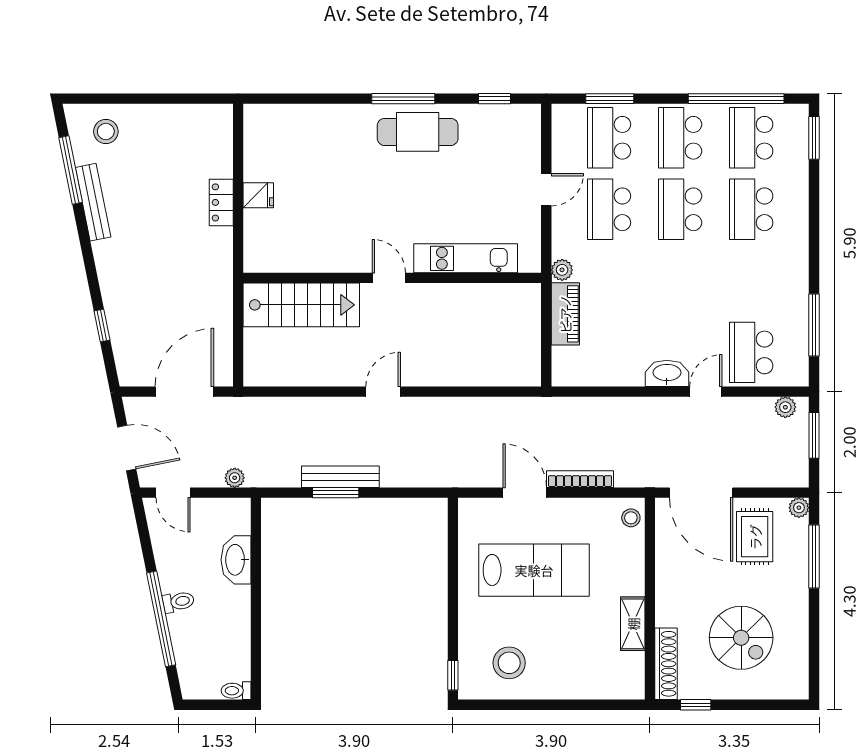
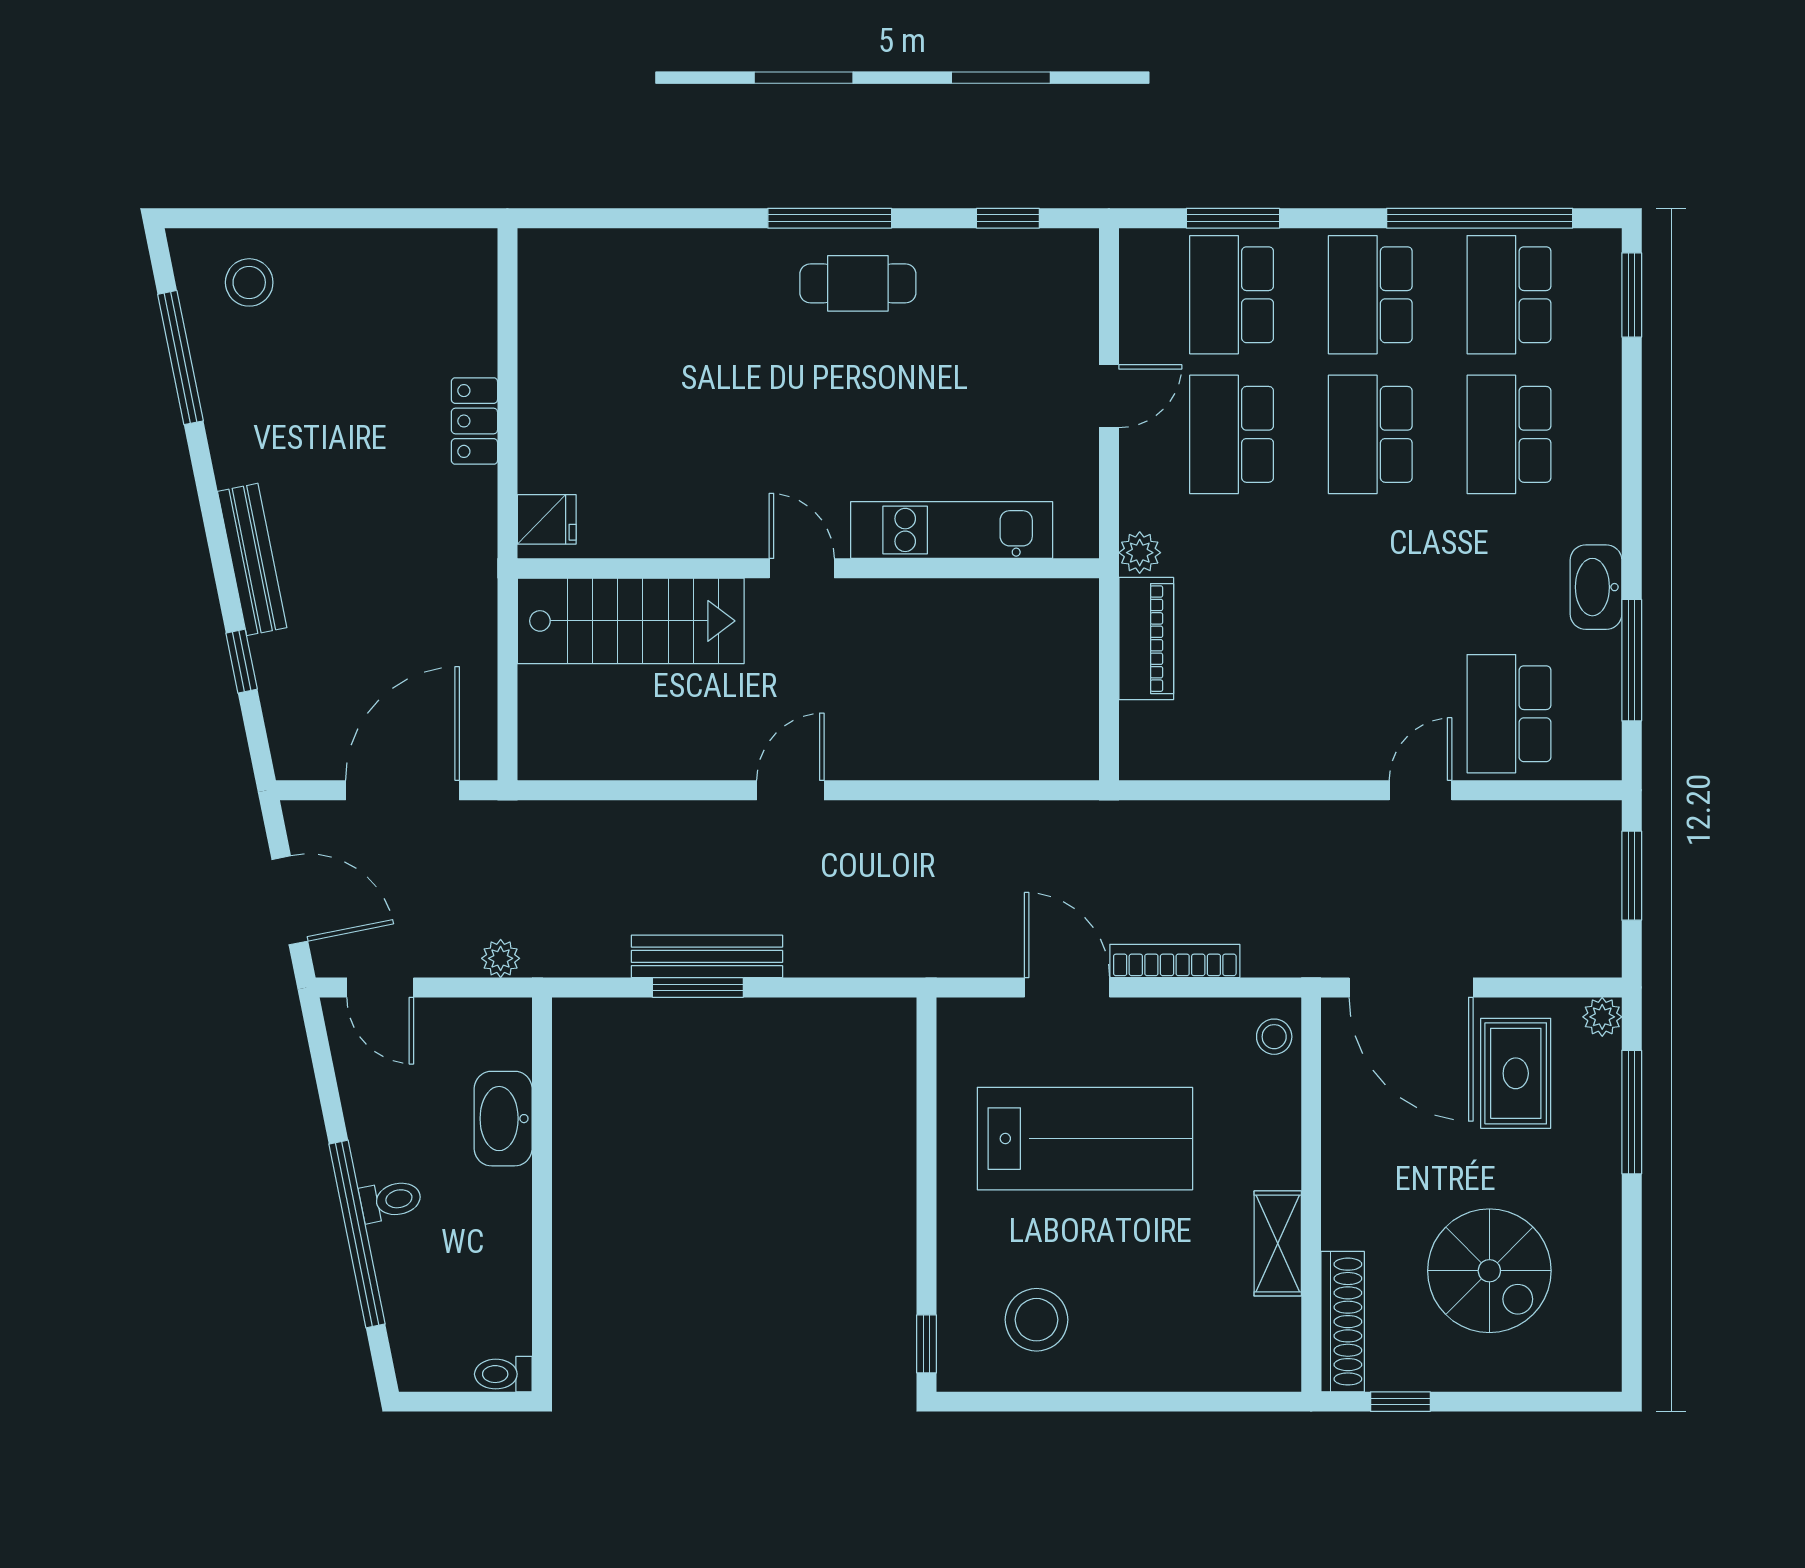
cafe table: (418, 132) -> (858, 283), width x0.73, depth x0.74
fridge: (258, 195) -> (547, 519), moved
bench: (93, 202) -> (252, 559), moved
washbasin: (667, 373) -> (1596, 587), moved, turned -90
plant: (785, 407) -> (1576, 821), removed

